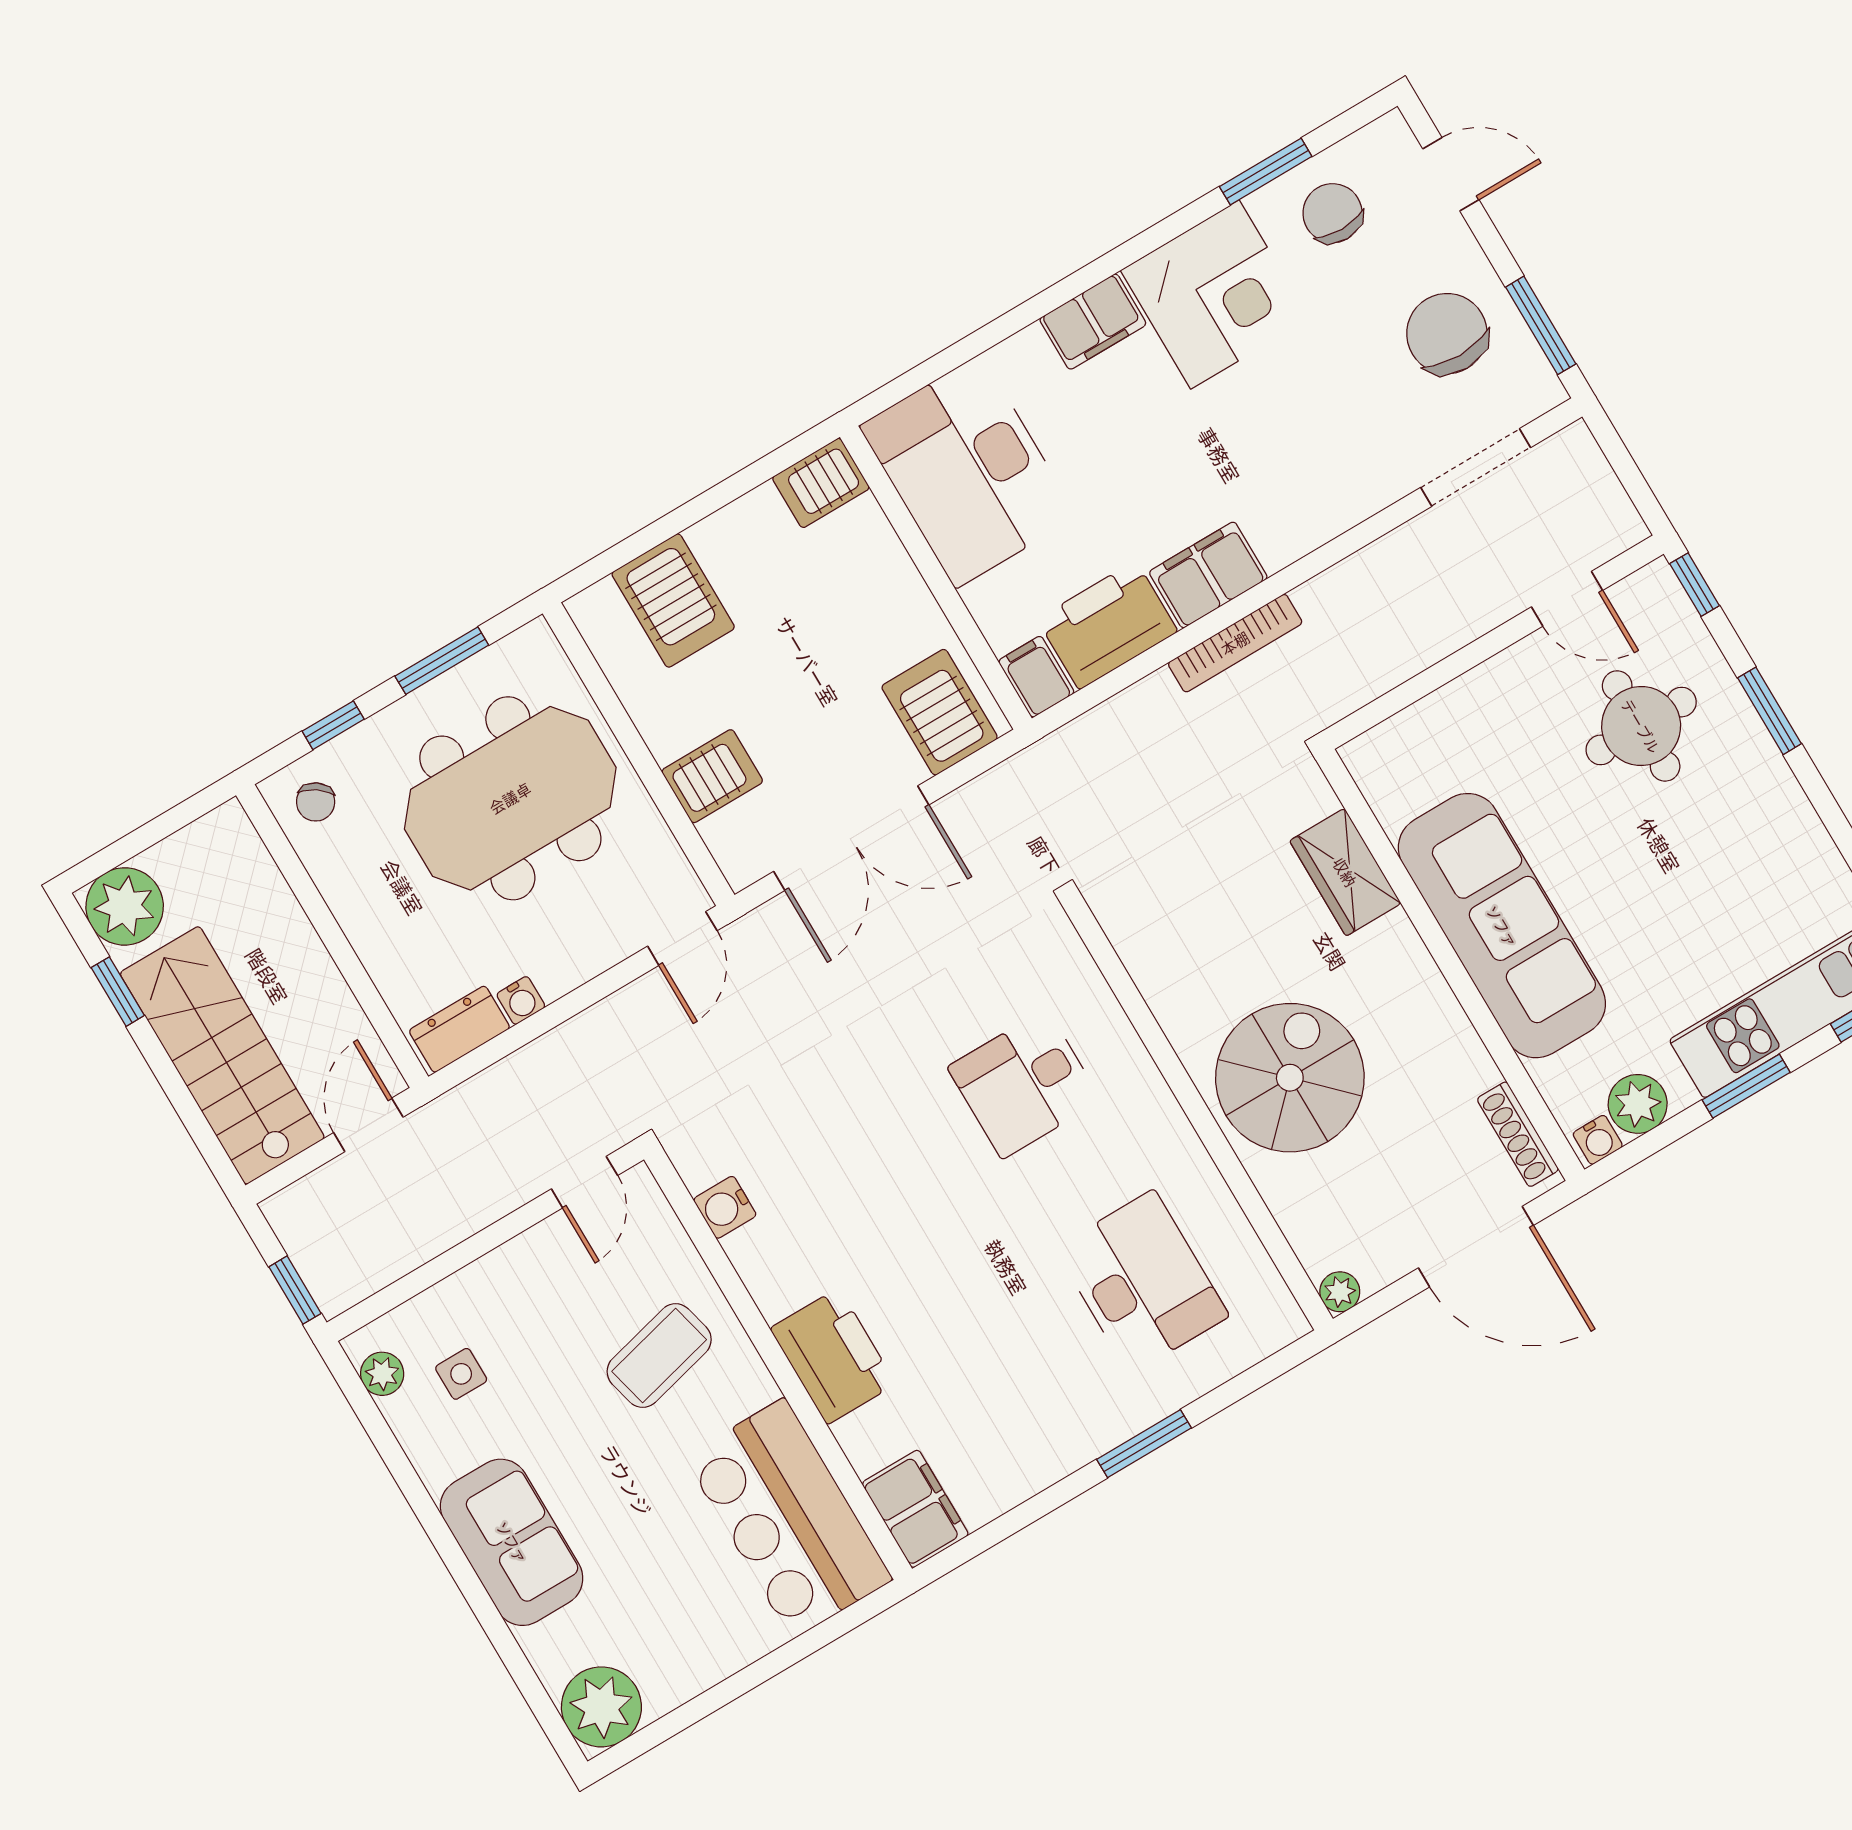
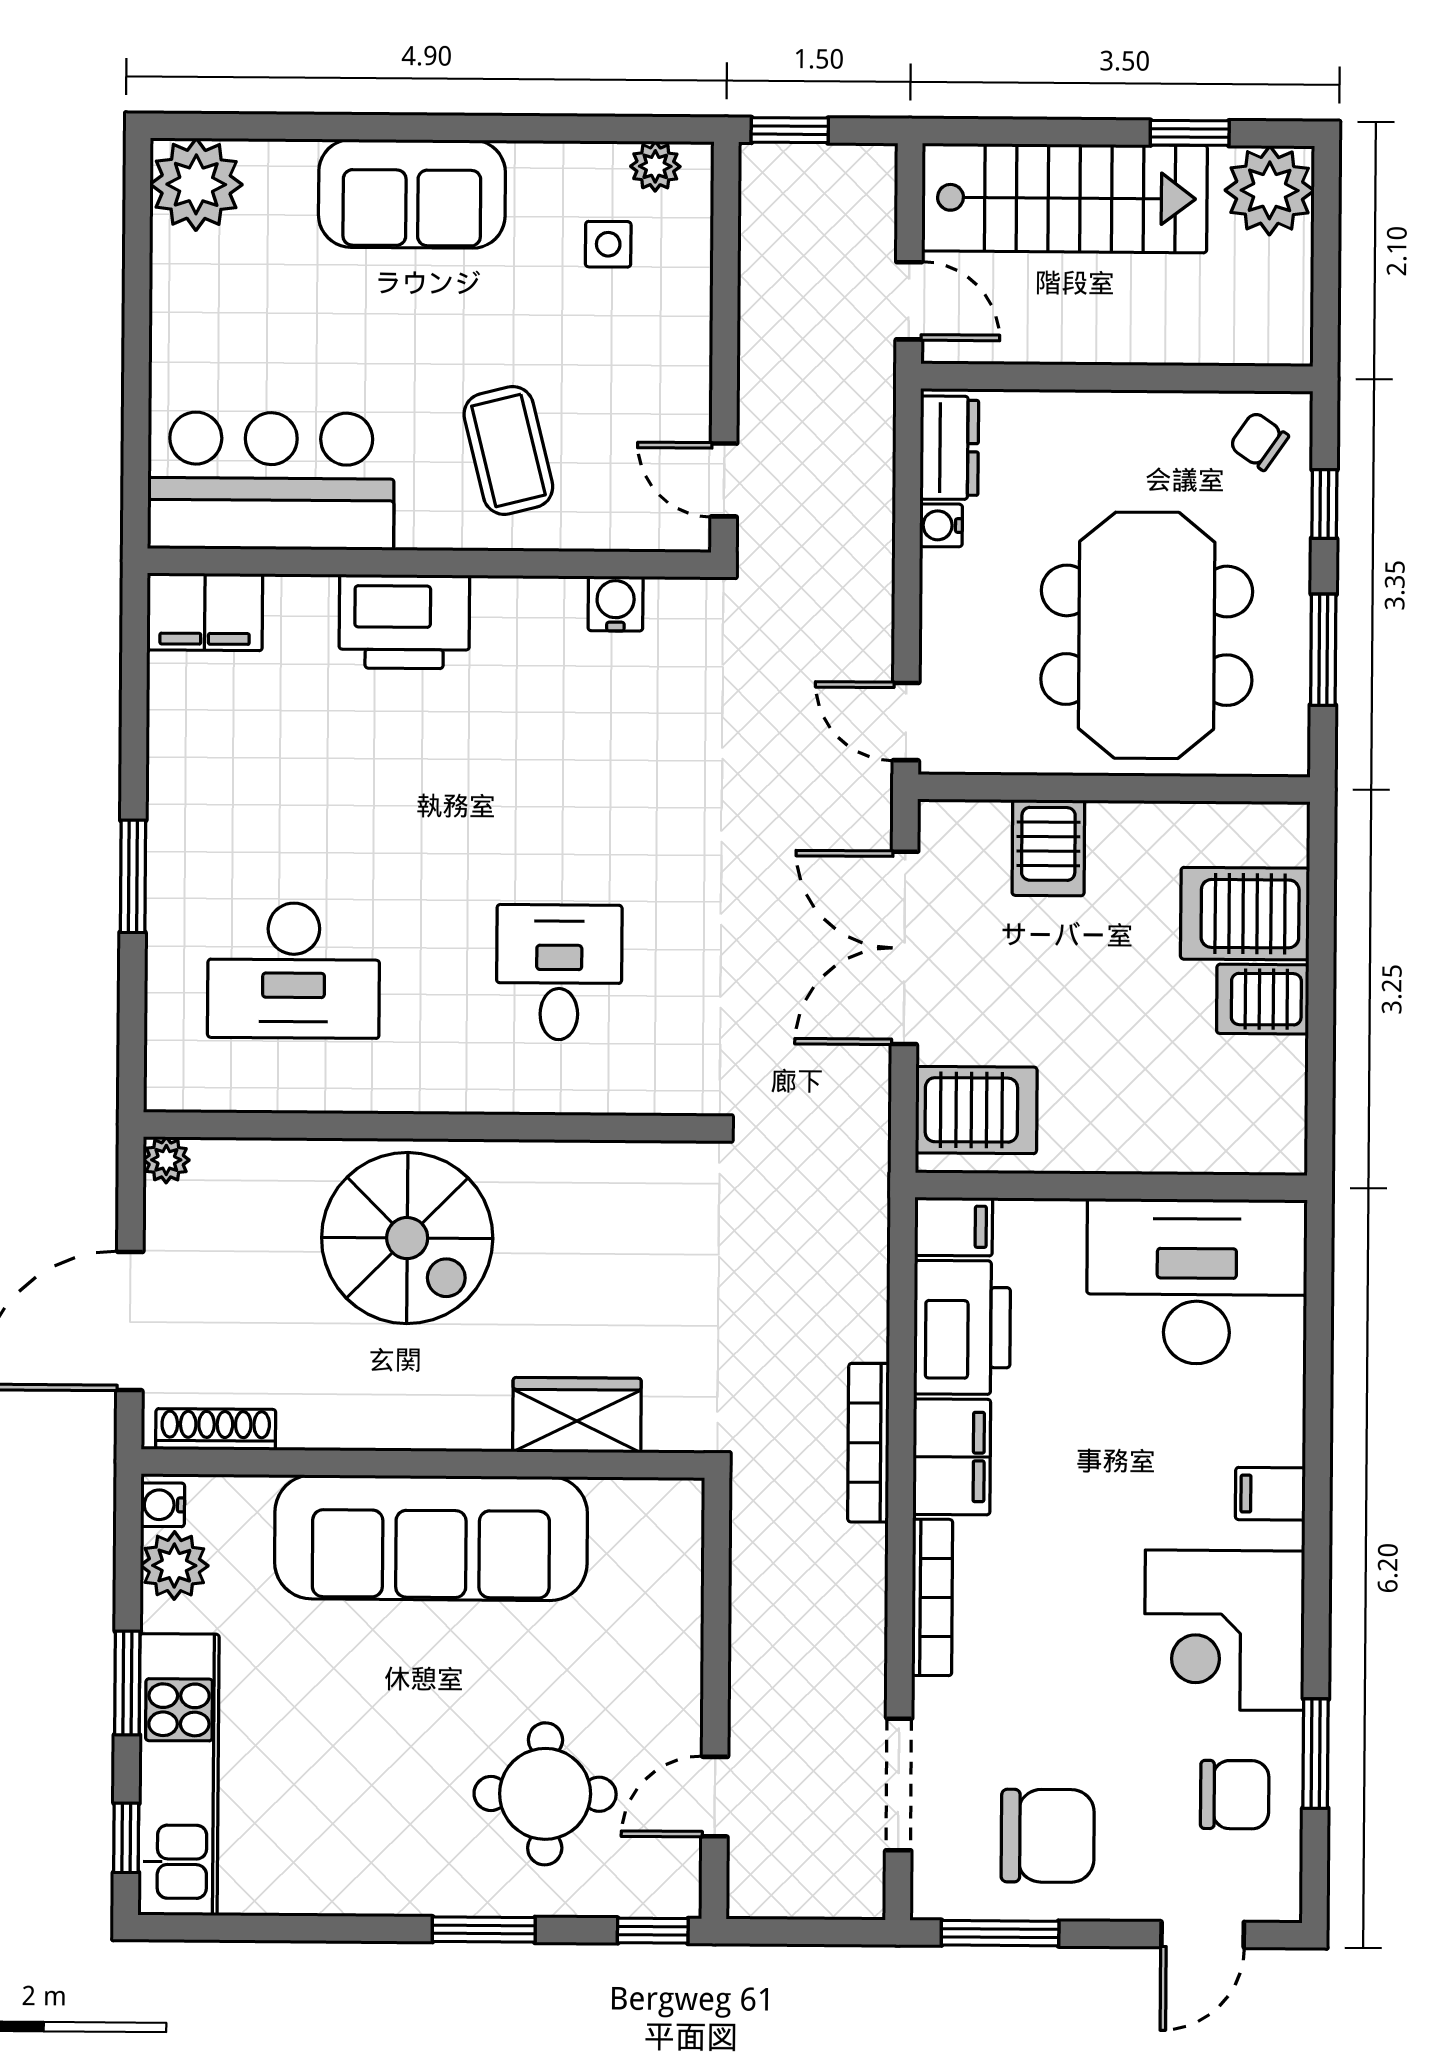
filing cabinet: (1093, 322) -> (1270, 1494), width x0.50
server rack: (821, 483) -> (1263, 999), moved, turned -90
bookcase: (1322, 526) -> (932, 1597), added

